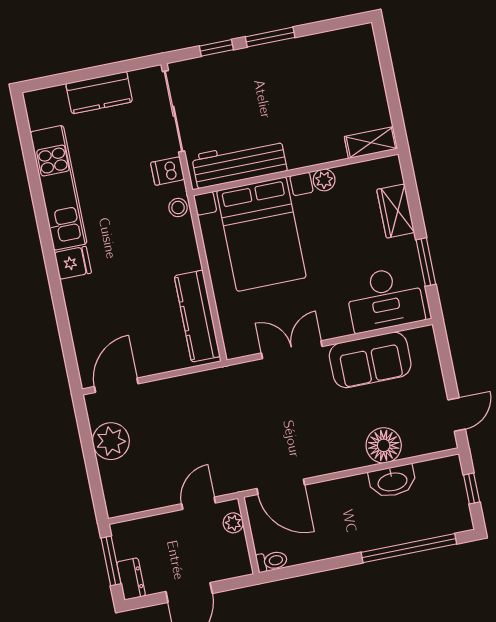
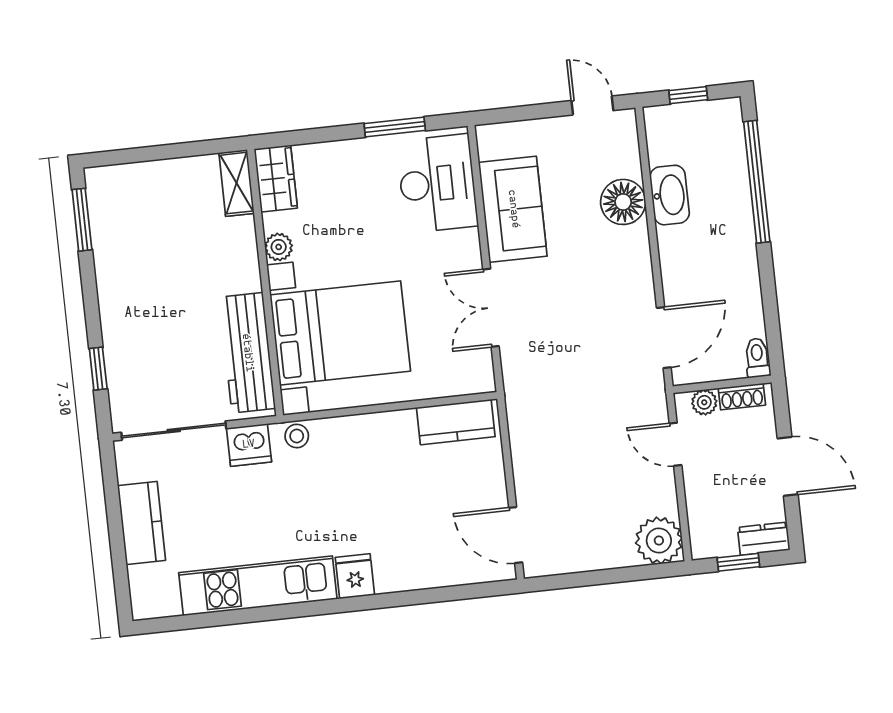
window: (270, 37) -> (82, 220), moved
dishwasher: (168, 171) -> (249, 445), width x1.38
wardrobe: (396, 211) -> (276, 179), moved, turned -90
kitchen counter: (197, 316) -> (456, 422), width x0.67
plant: (111, 441) -> (659, 540), moved
shoe rack: (240, 552) -> (742, 397), added
window: (111, 561) -> (738, 562), width x0.67

